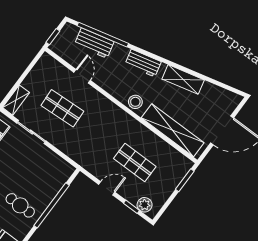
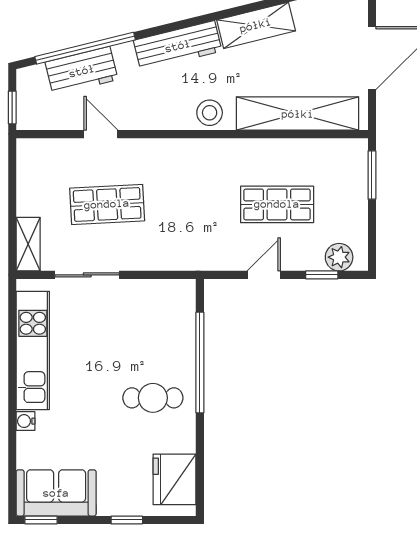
workbench: (143, 63) -> (178, 46), width x1.38

